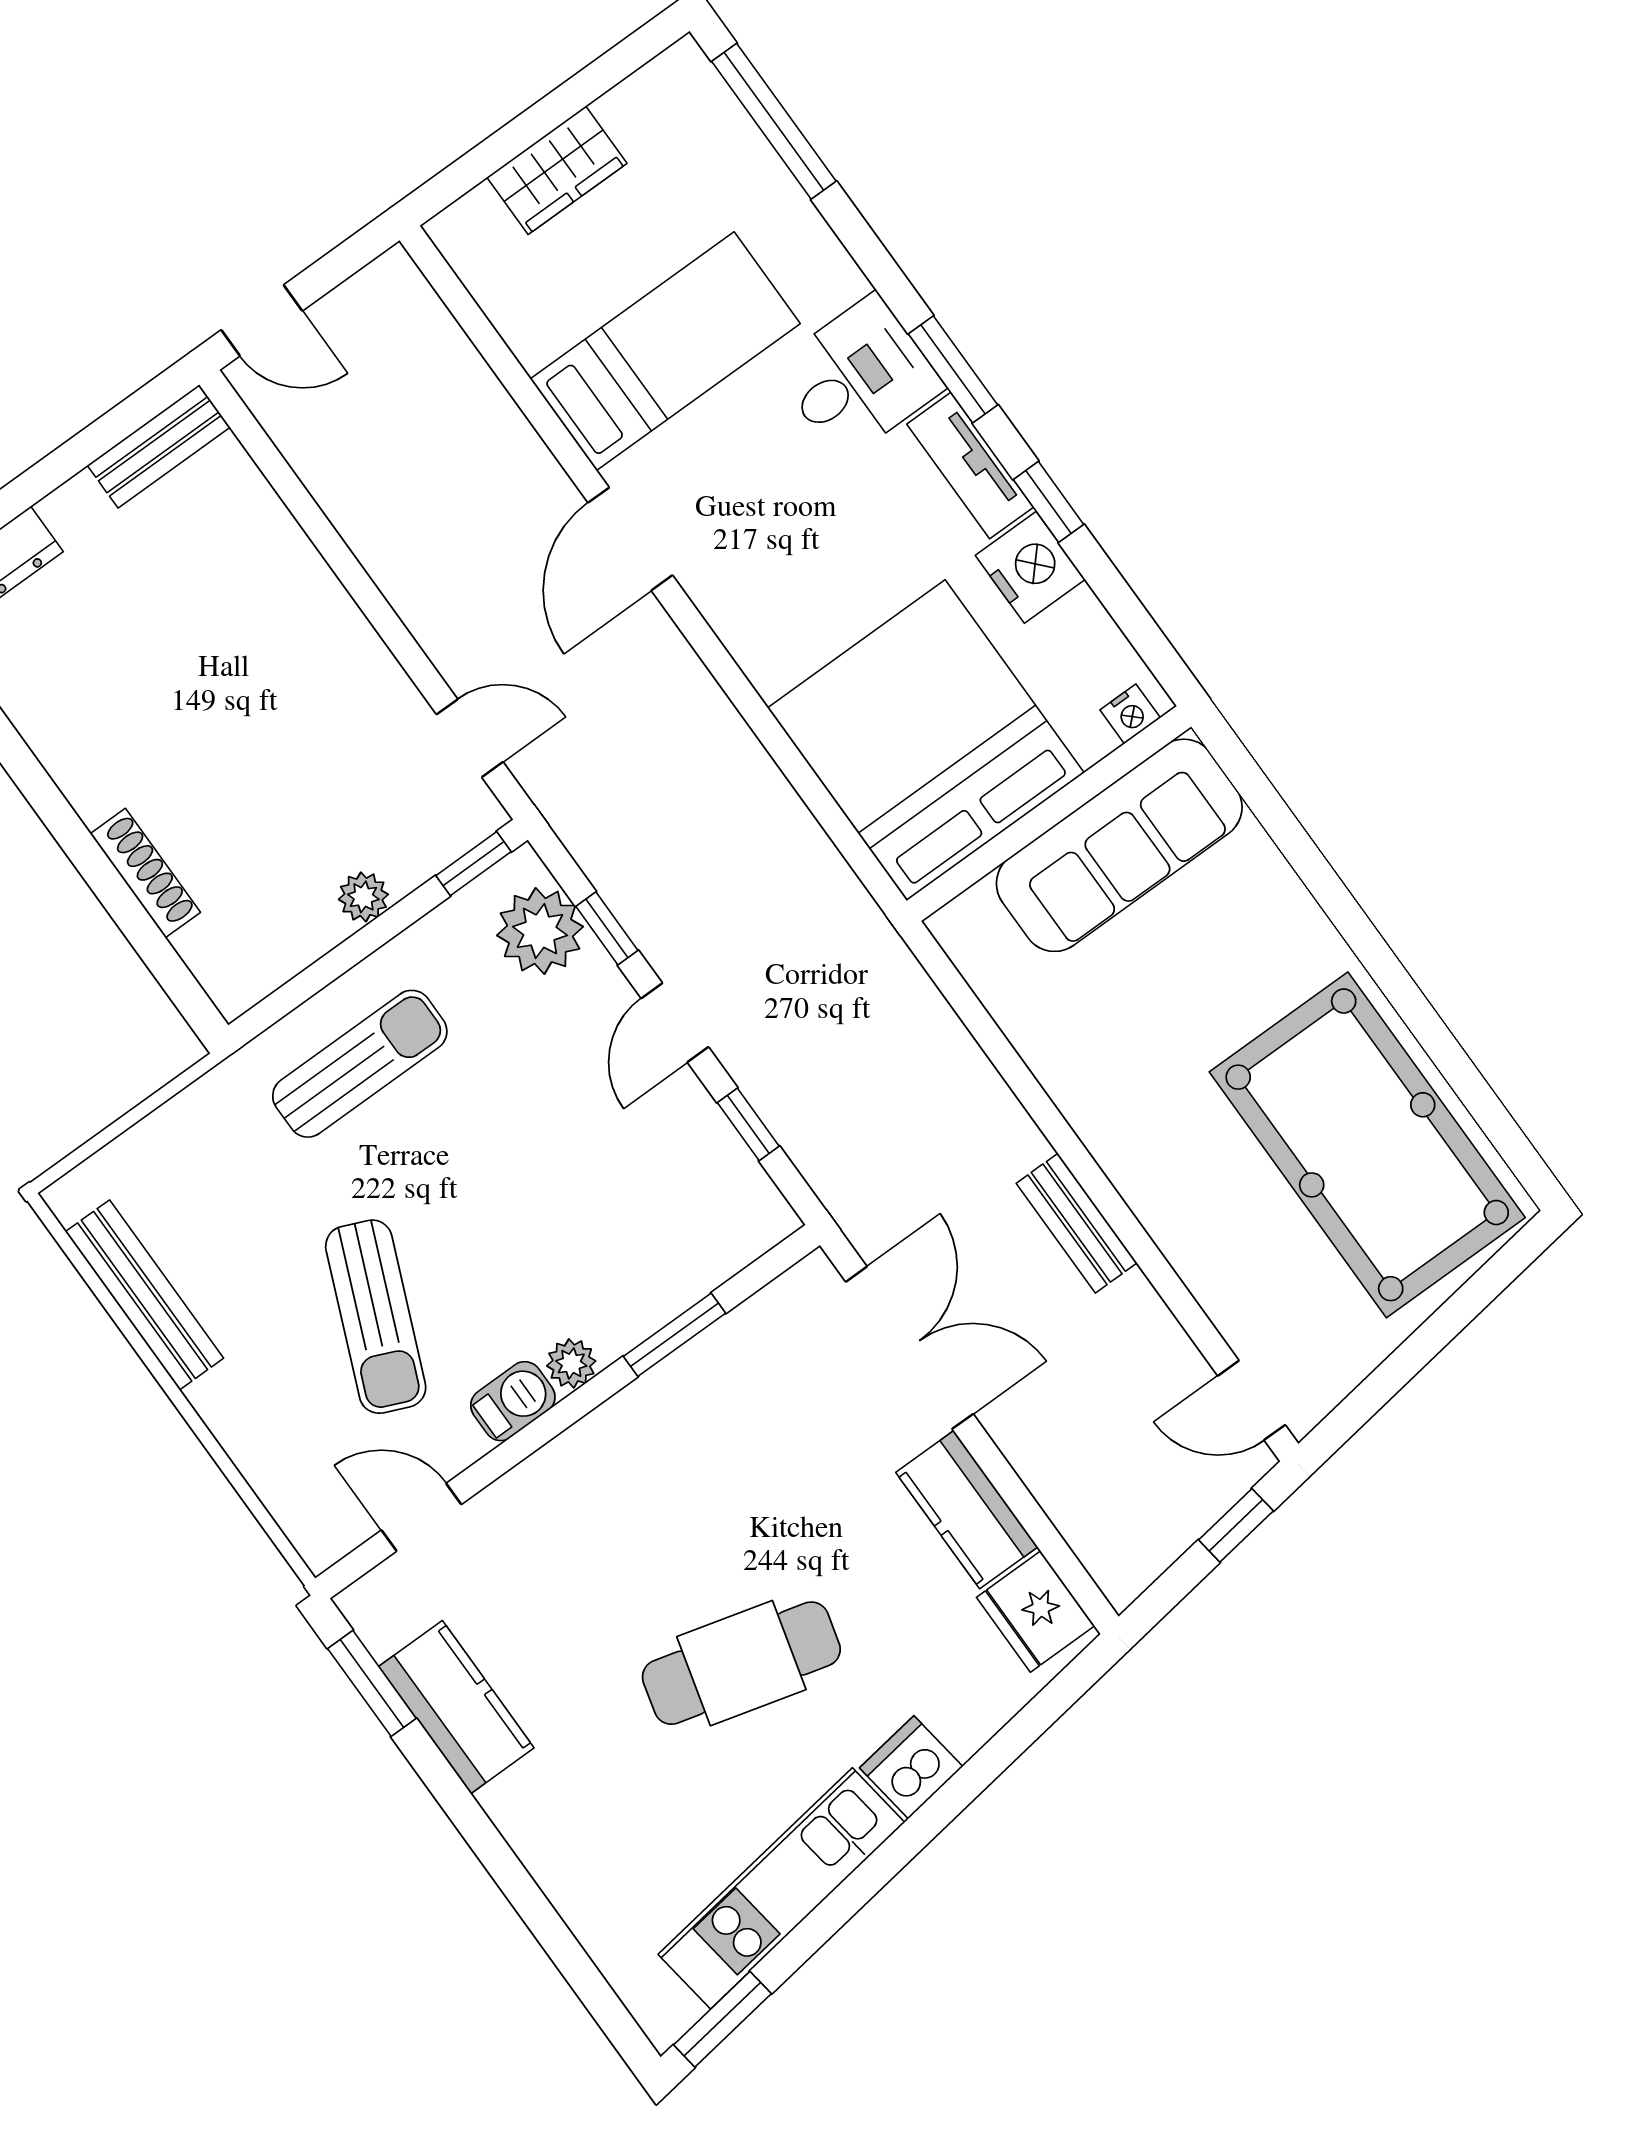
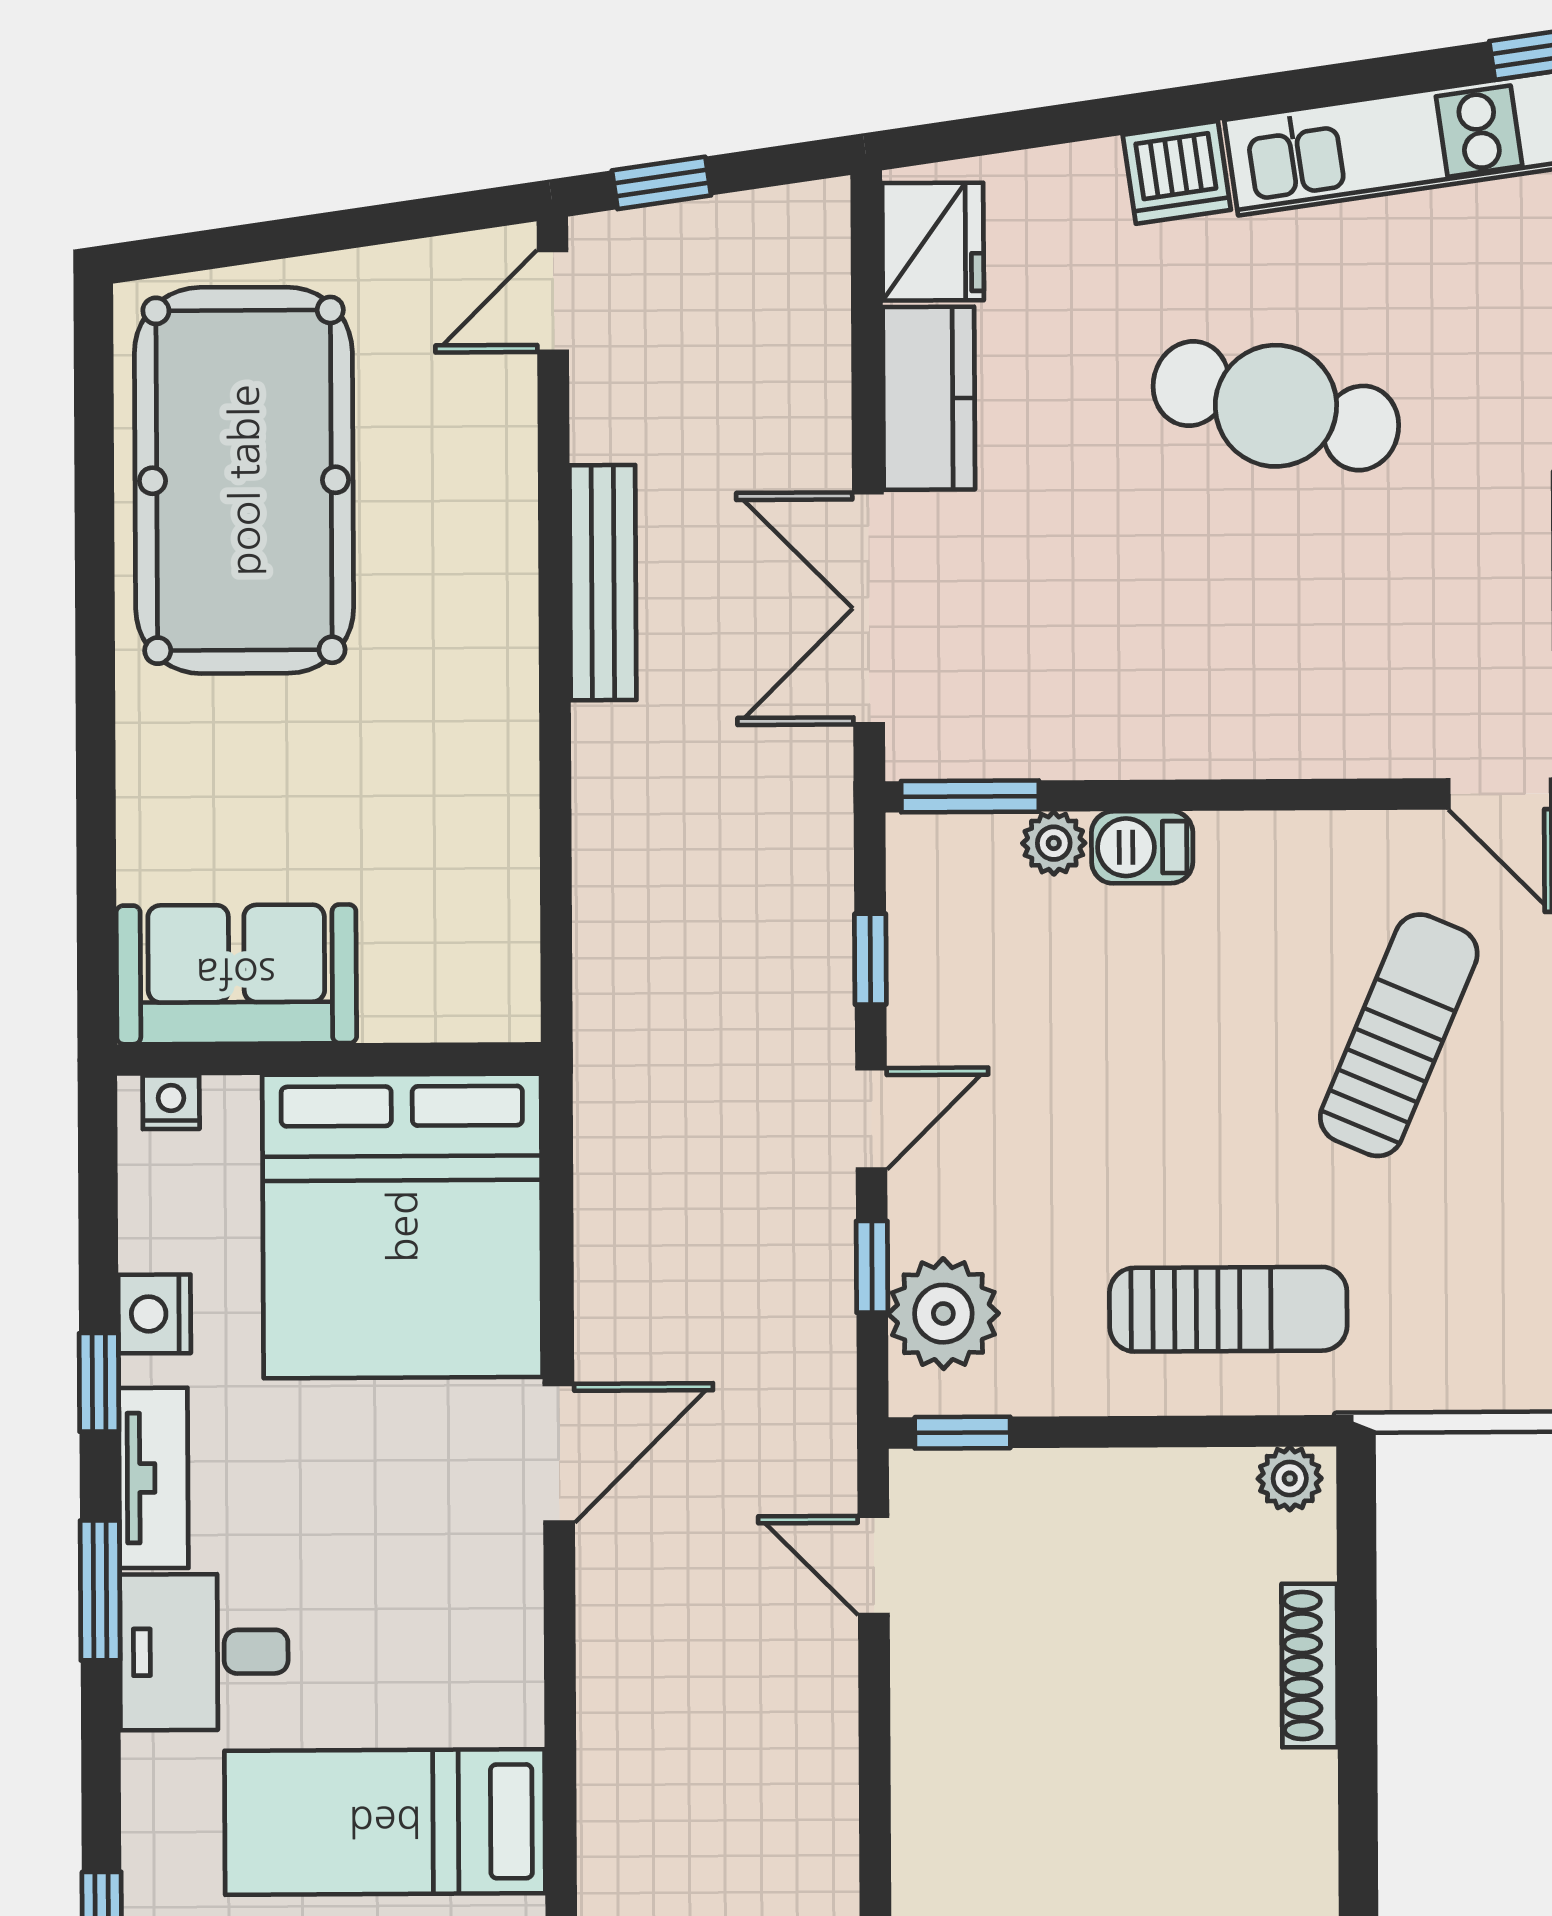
door: (630, 539) -> (559, 1453), moved
nightstand: (1030, 567) -> (154, 1314), width x0.74, depth x0.75
sofa: (1119, 845) -> (236, 974), width x0.73
plant: (363, 897) -> (1290, 1478), moved
sun lounger: (360, 1064) -> (1228, 1309), turned 180
bench: (1077, 1223) -> (603, 583), width x1.36
window: (675, 1335) -> (970, 796), moved
plant: (571, 1363) -> (1054, 843), moved
door: (1252, 1400) -> (553, 301), swing flipped
barbecue: (513, 1401) -> (1142, 847), moved

